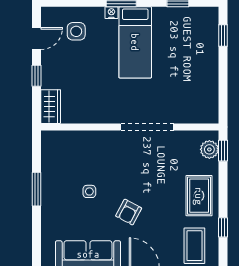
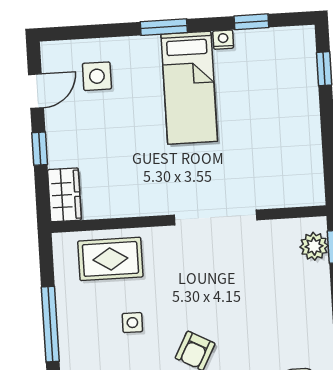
nightstand: (111, 13) -> (223, 40), moved
window: (36, 189) -> (50, 324), width x1.44
rug: (199, 196) -> (110, 259), moved, turned 90

